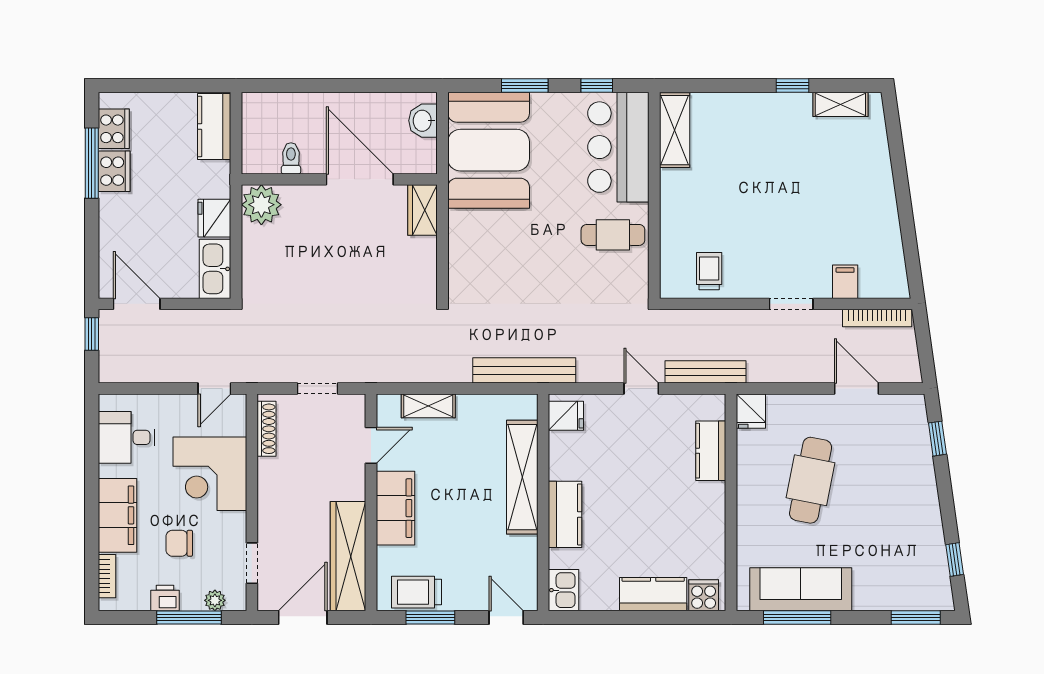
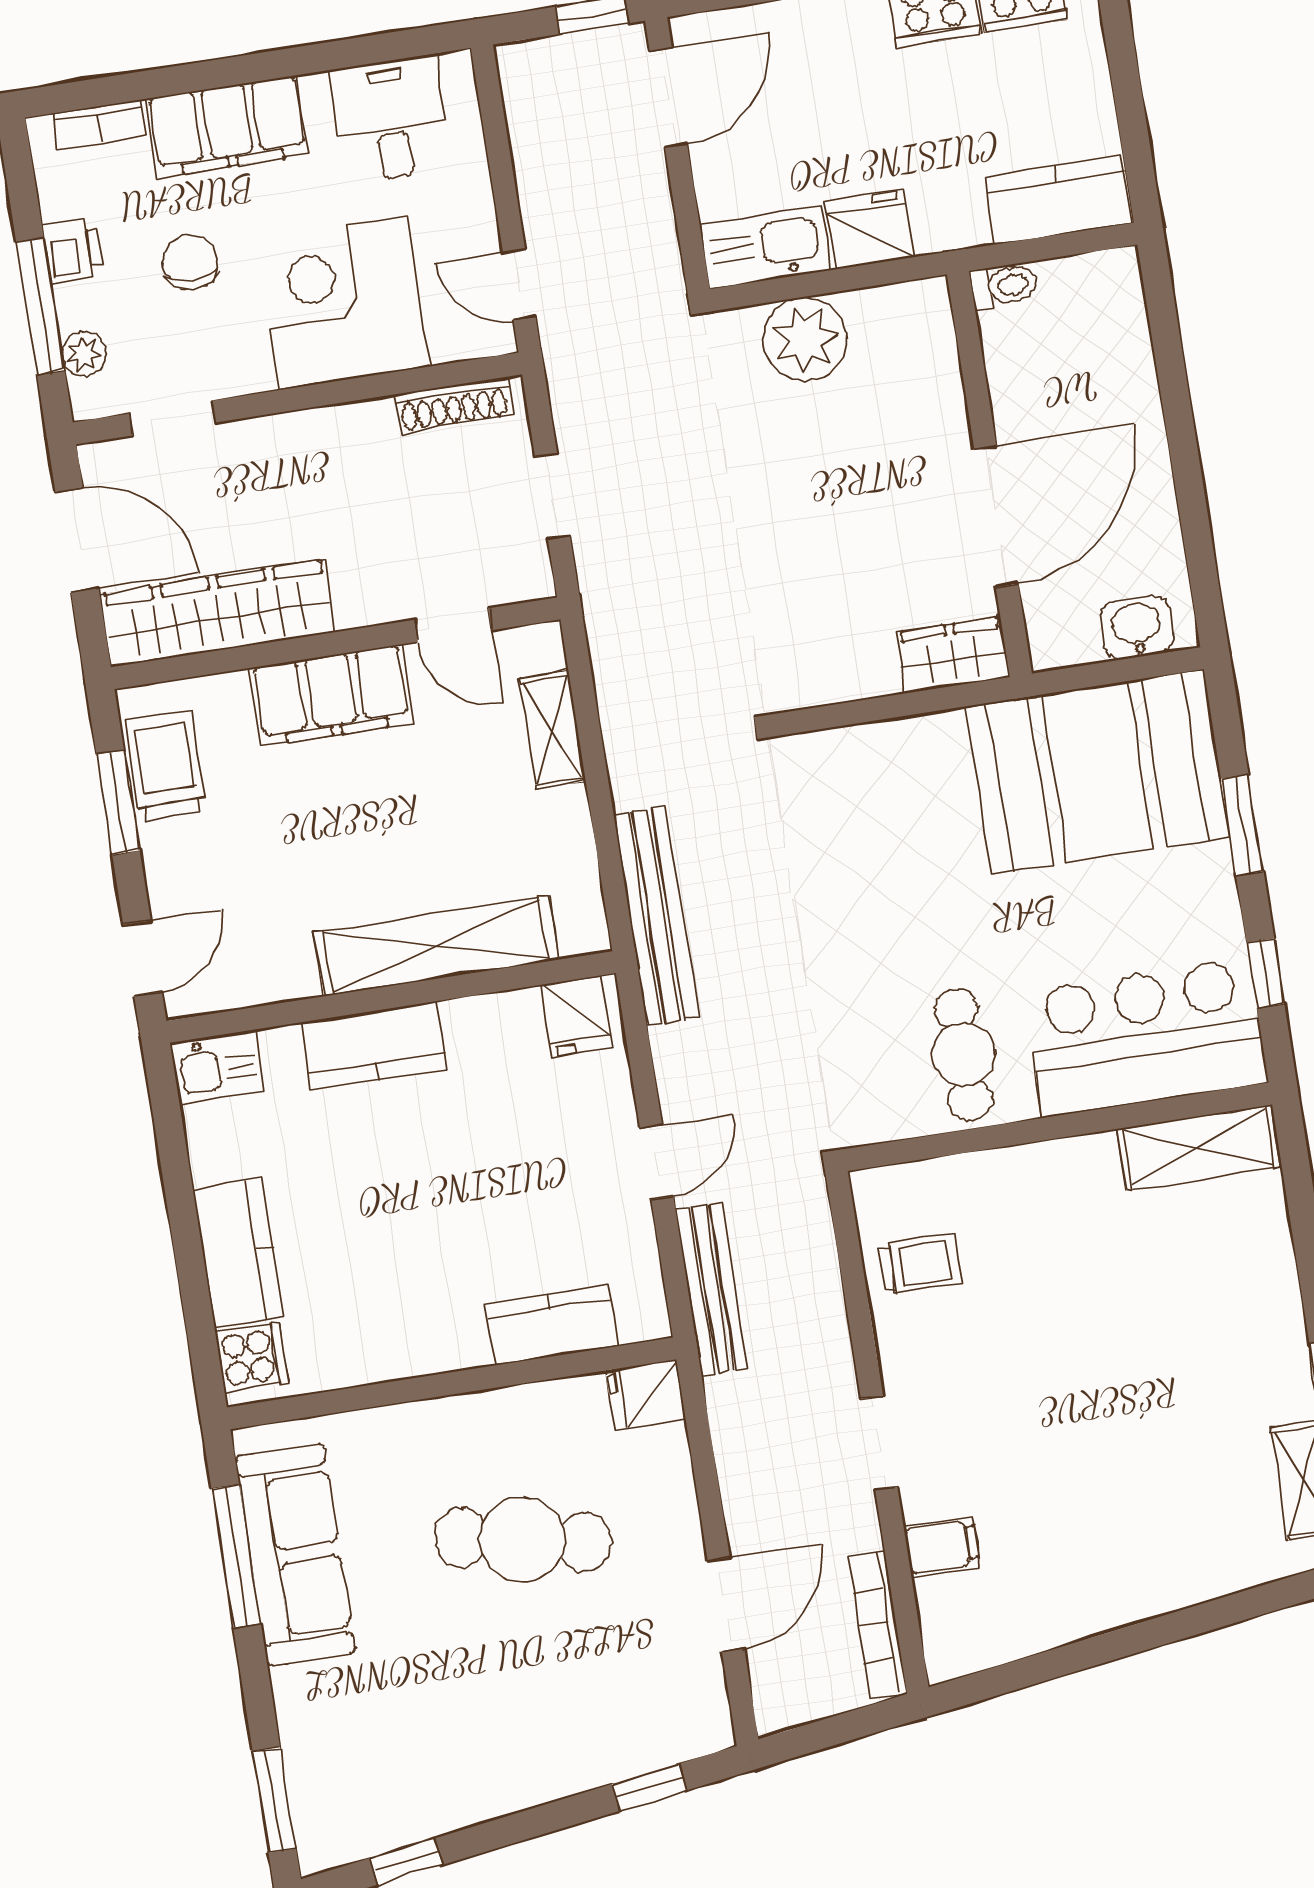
toilet: (291, 158) -> (1004, 286), moved
plant: (261, 205) -> (805, 339), moved

